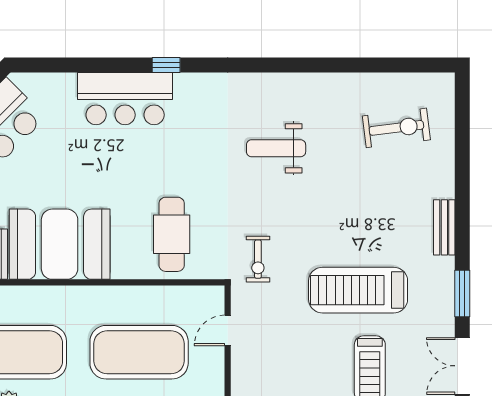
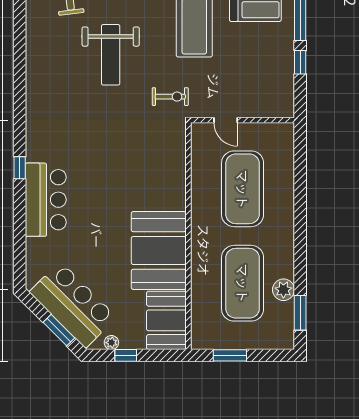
weight bench: (276, 148) -> (111, 55), moved, width x1.36, depth x1.33
cafe table: (172, 234) -> (151, 164), removed

